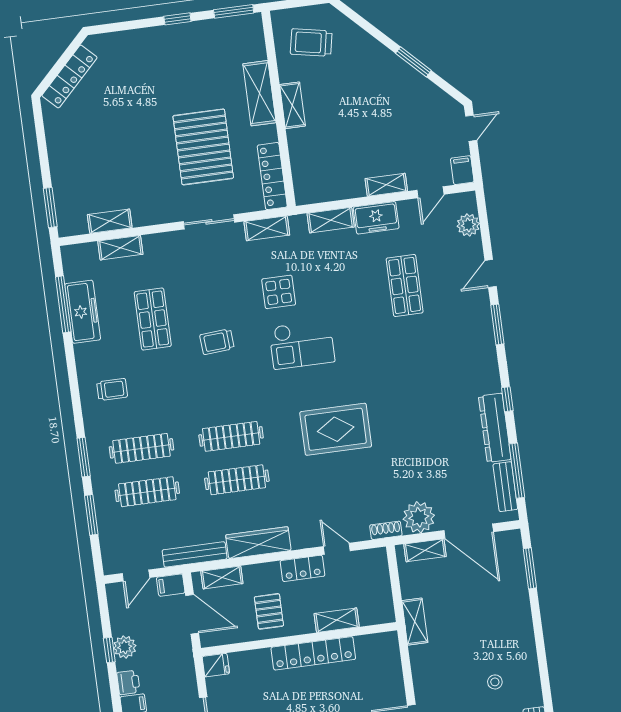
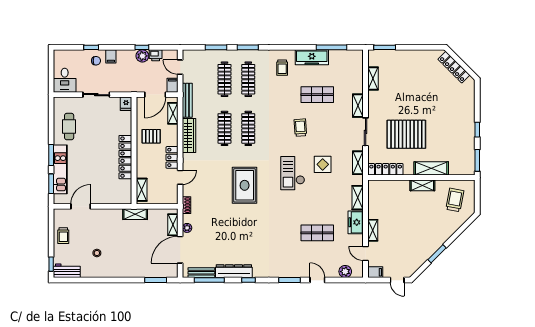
shelving: (120, 248) -> (358, 106), moved
freezer: (83, 312) -> (312, 57), moved
plant: (419, 517) -> (187, 228), width x0.53, depth x0.53
shelving: (337, 620) -> (142, 190), moved
printer: (128, 682) -> (156, 55), moved

